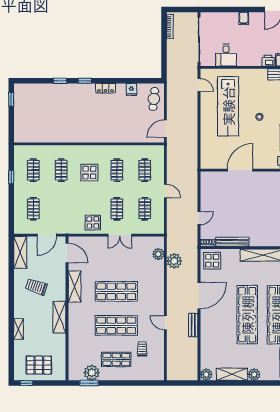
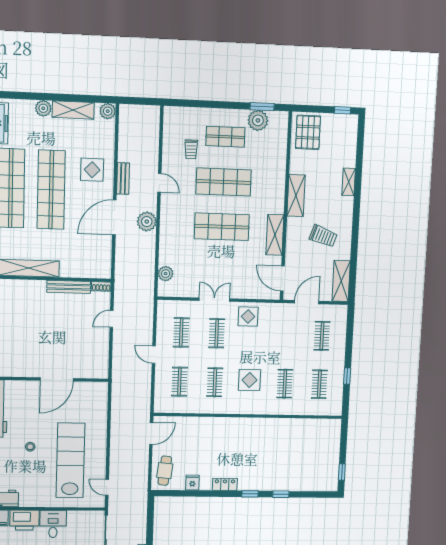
desk: (226, 55) -> (53, 524), moved
printer: (268, 61) -> (24, 520), width x1.87, depth x1.48
plant: (174, 261) -> (147, 222), moved
display table: (212, 261) -> (92, 170), moved
pallet: (39, 365) -> (308, 132), moved, turned 90

